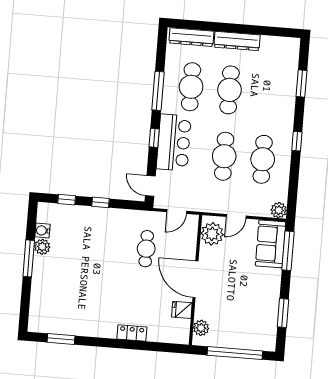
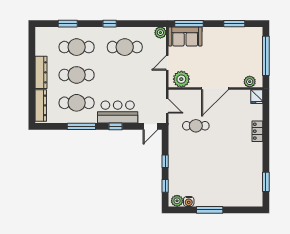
cafe table: (224, 156) -> (77, 47), moved
door: (236, 216) -> (167, 63), swing flipped
plant: (42, 247) -> (177, 201), moved
fridge: (182, 310) -> (257, 97), moved

